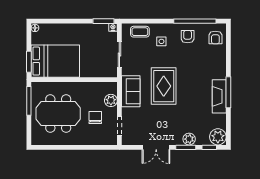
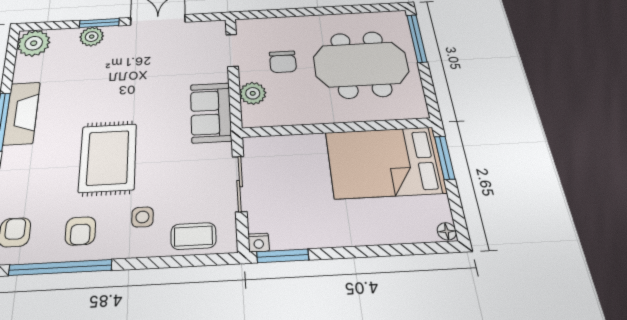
rug: (164, 86) -> (108, 158), moved
window: (29, 101) -> (417, 38), moved
window: (209, 147) -> (53, 26), removed

